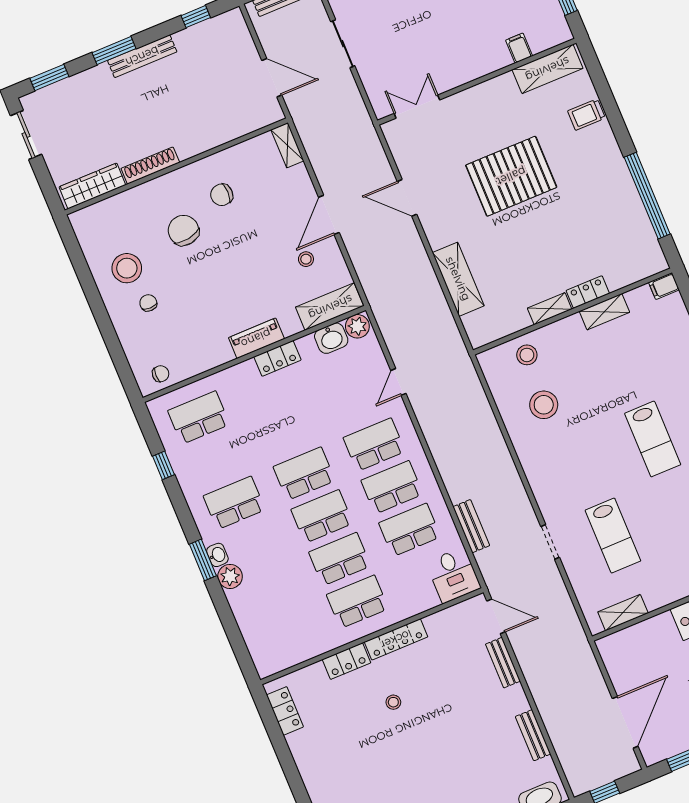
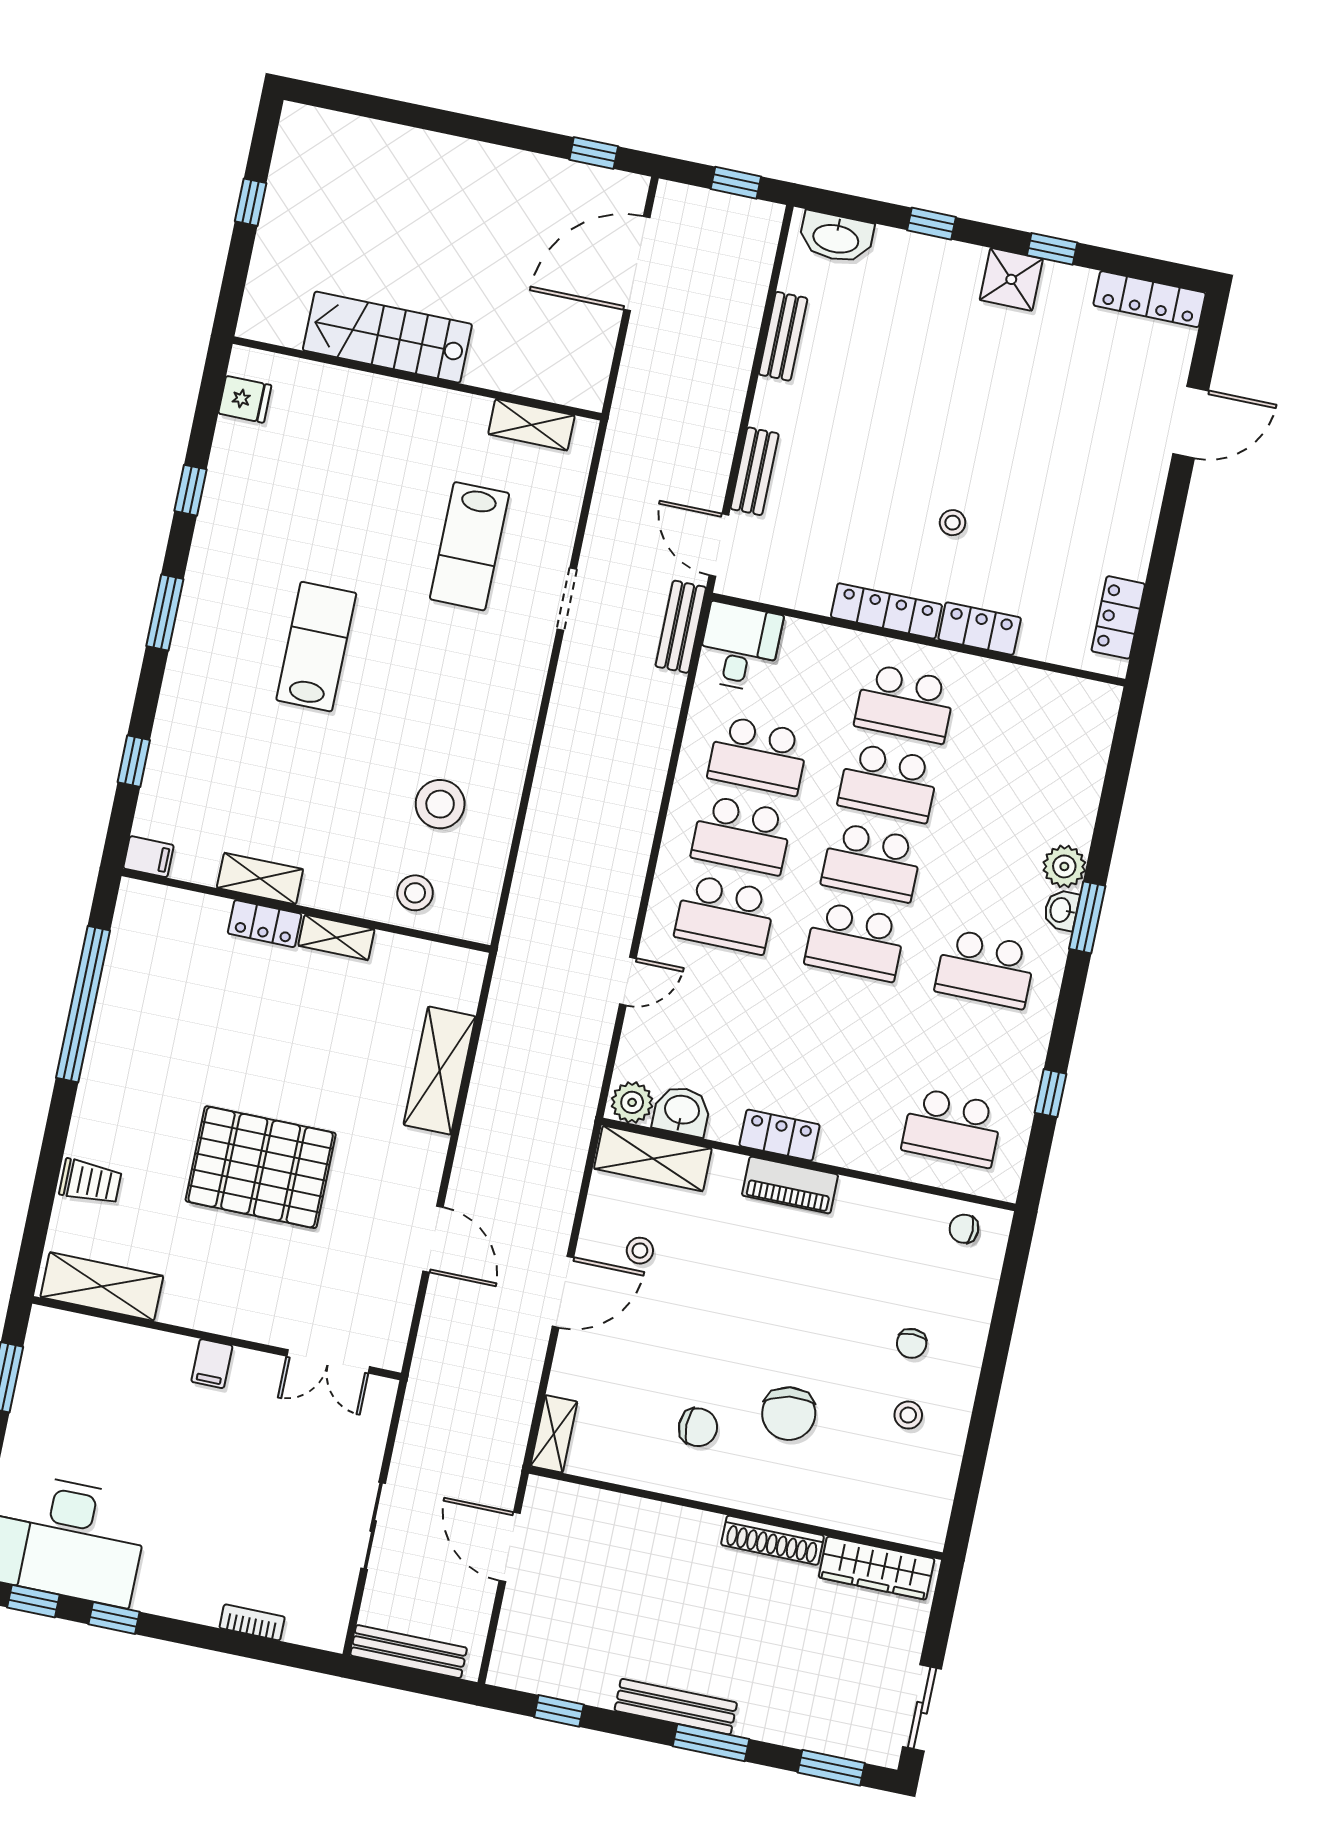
filing cabinet: (519, 48) -> (212, 1364), moved
stool: (127, 268) -> (908, 1415), width x0.53, depth x0.53
bench: (471, 526) -> (681, 627), moved
lab bench: (613, 536) -> (470, 546), turned 180

